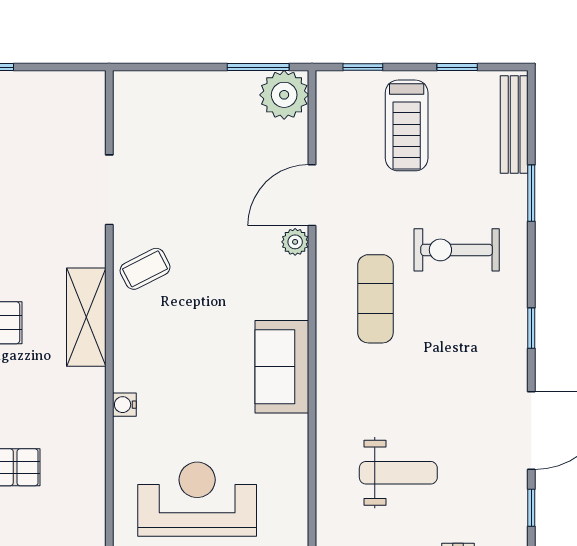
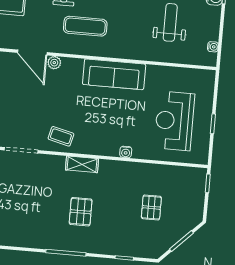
coffee table: (145, 269) -> (61, 136), turned -49
shelving: (86, 317) -> (82, 164), width x0.67, depth x0.75
sofa: (282, 367) -> (114, 74), width x1.36

